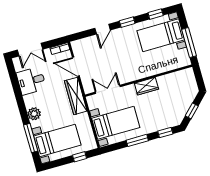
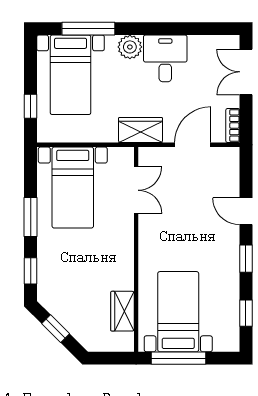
bed with nightstands: (161, 35) -> (178, 312), moved
desk: (31, 81) -> (165, 58), moved
wardrobe: (146, 86) -> (122, 311), moved
wardrobe: (76, 96) -> (140, 130), width x0.67

